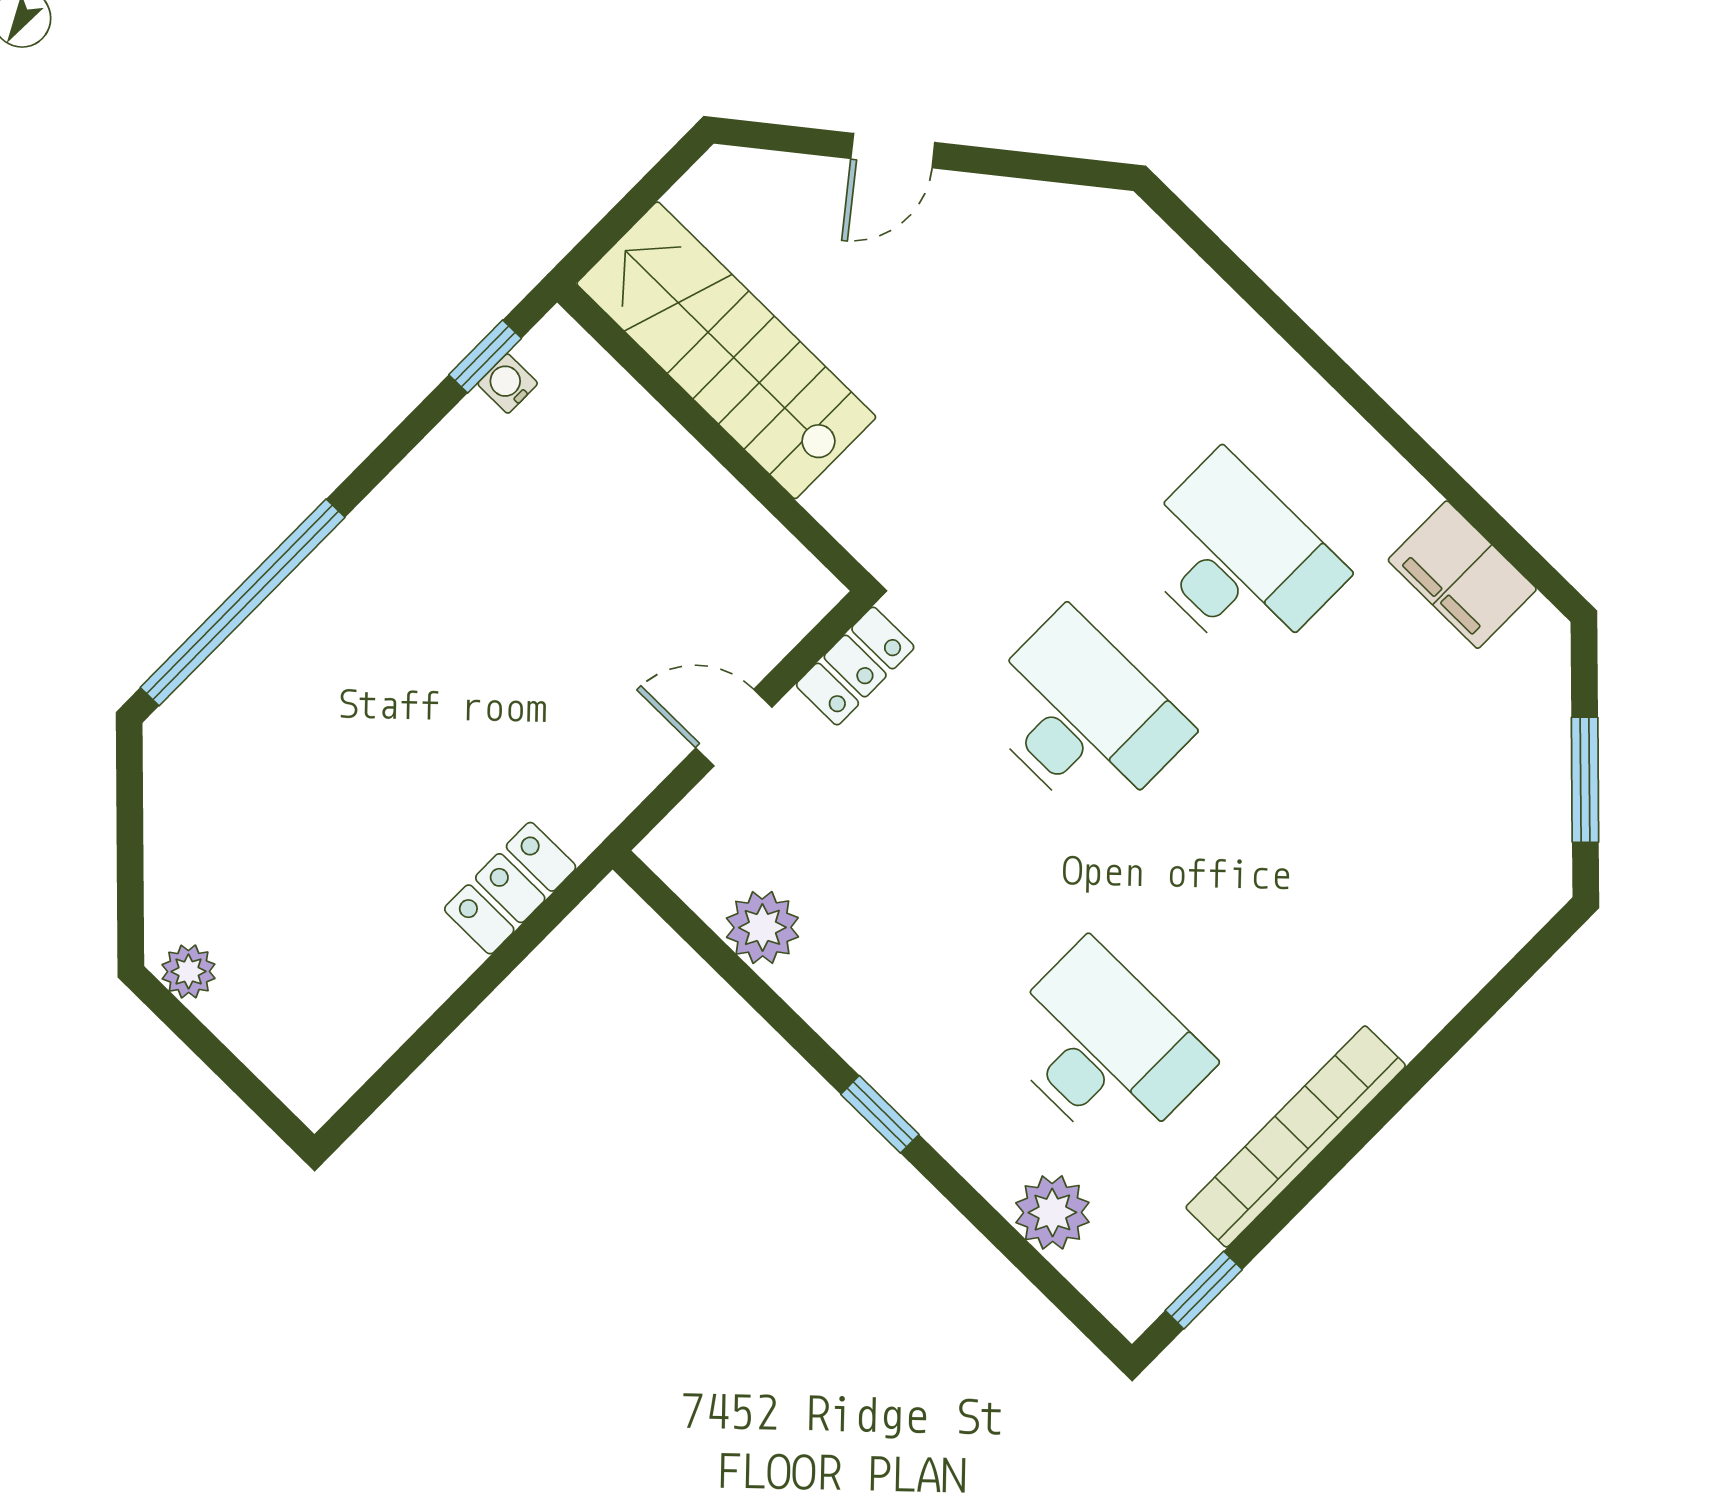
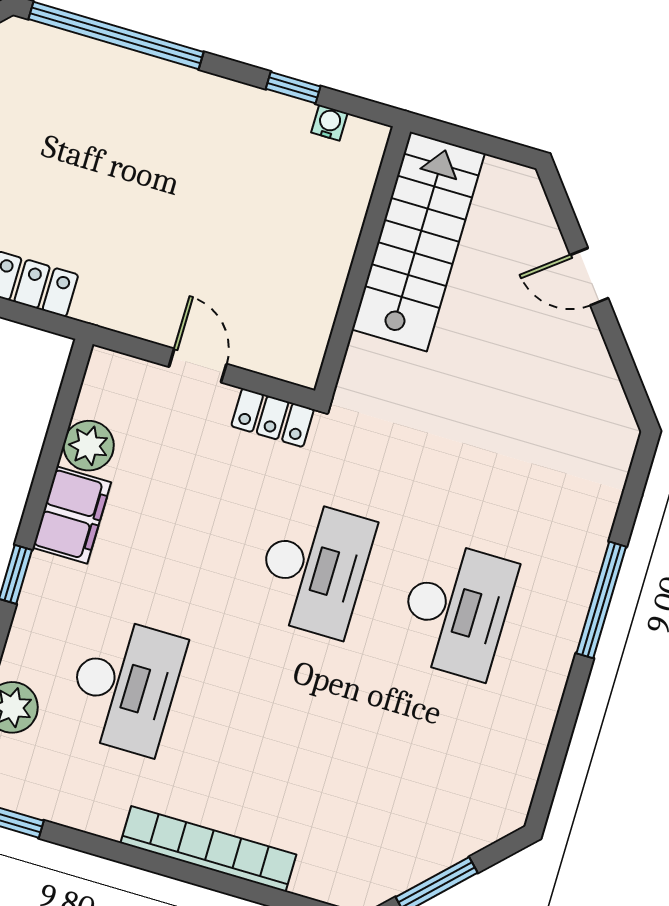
window: (485, 357) -> (293, 88), moved
window: (1326, 362) -> (601, 600), added
filing cabinet: (1462, 575) -> (72, 515), moved, turned 180
bookcase: (1296, 1136) -> (208, 849), moved

